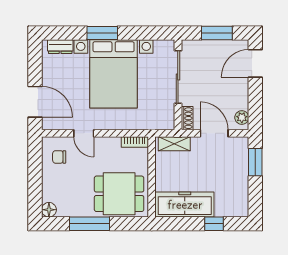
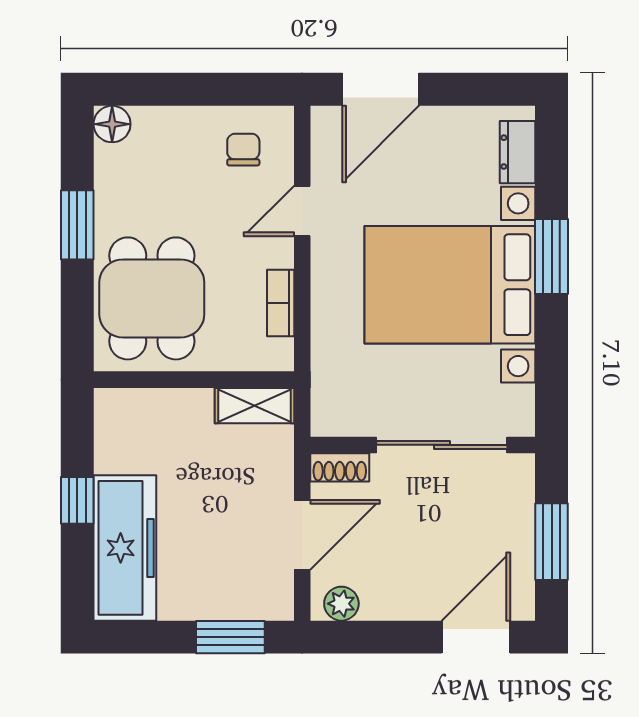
door: (255, 63) -> (476, 637), hinge flipped
bookcase: (135, 142) -> (281, 303), moved
shelving: (174, 144) -> (254, 406), moved, turned 90
freezer: (185, 205) -> (125, 548), moved
window: (89, 224) -> (77, 225), width x0.69
window: (214, 224) -> (77, 500), moved

